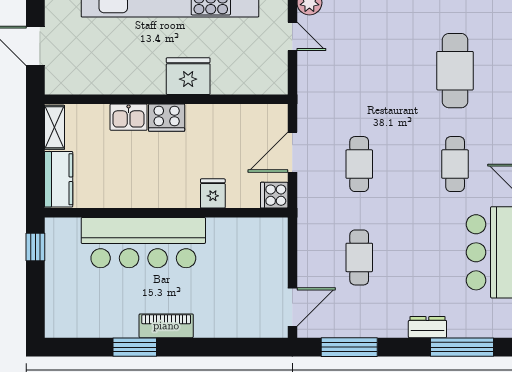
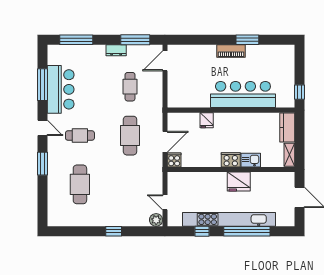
fridge: (188, 76) -> (239, 182), moved
cafe table: (359, 164) -> (130, 136), width x1.37, depth x1.35
cafe table: (455, 164) -> (80, 136), turned 90
cooker: (274, 195) -> (174, 160), moved, turned -90
dresser: (427, 327) -> (116, 50), moved

